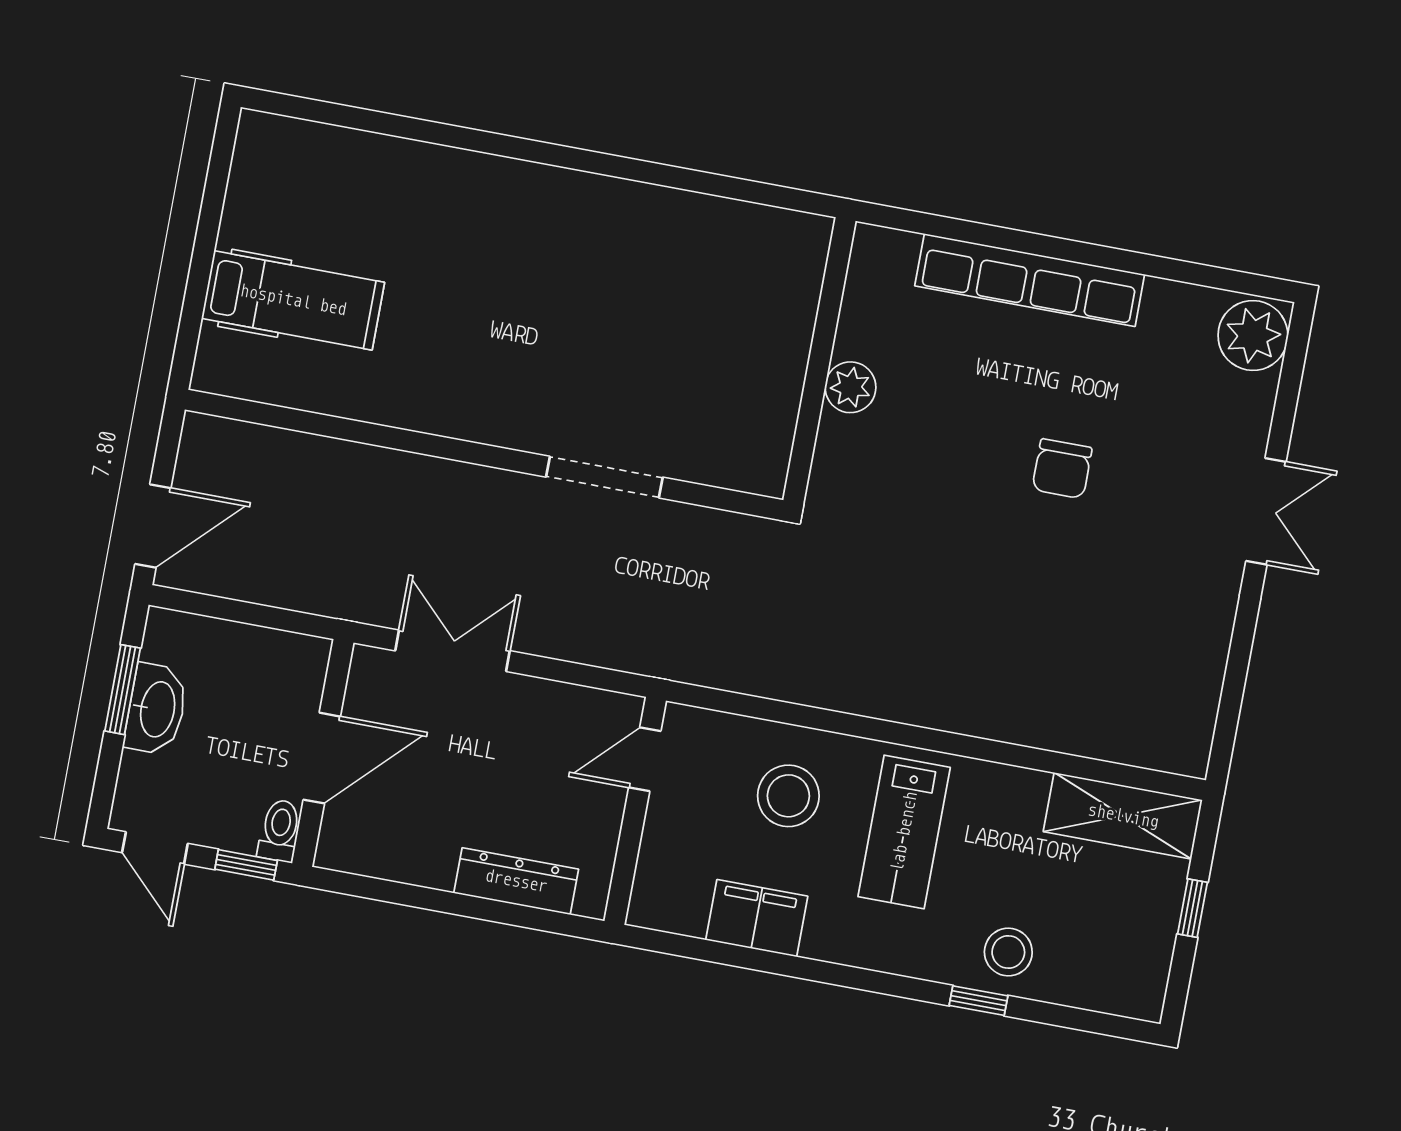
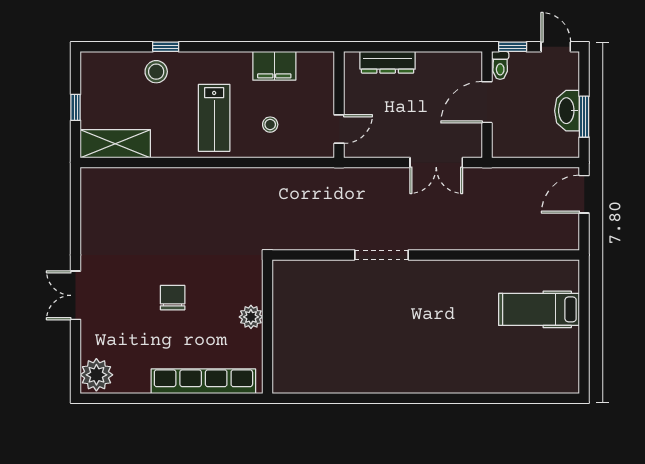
wall: (820, 360) -> (267, 327), moved
plant: (850, 387) -> (251, 317), moved
stool: (788, 796) -> (270, 125), width x0.53, depth x0.53
lab bench: (904, 832) -> (214, 118), turned 180

